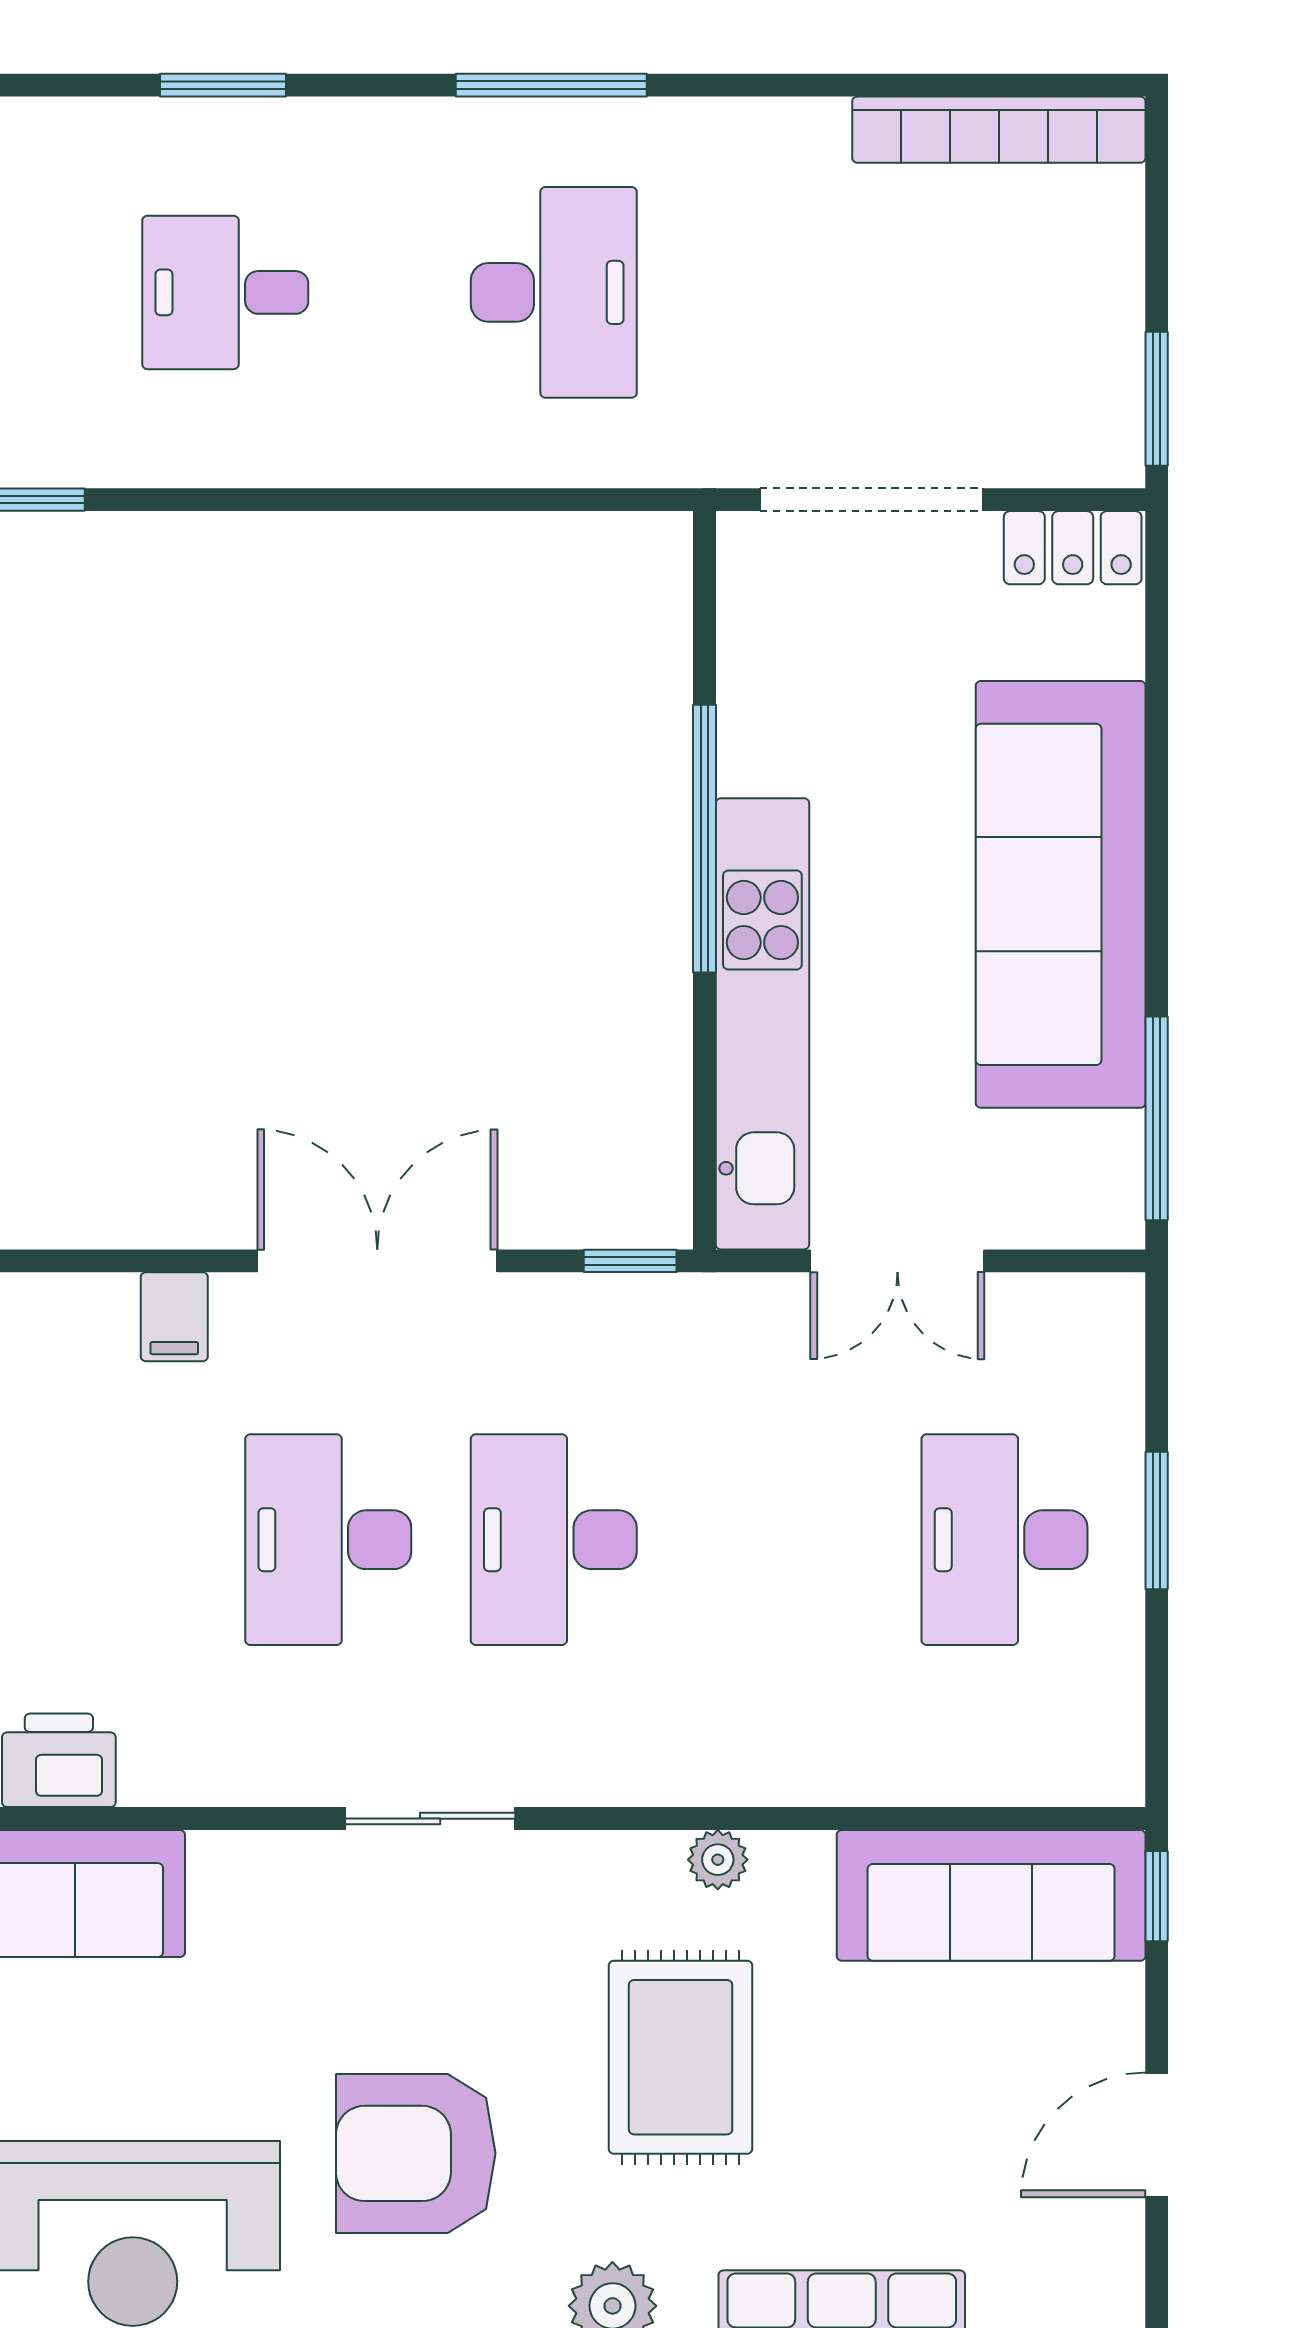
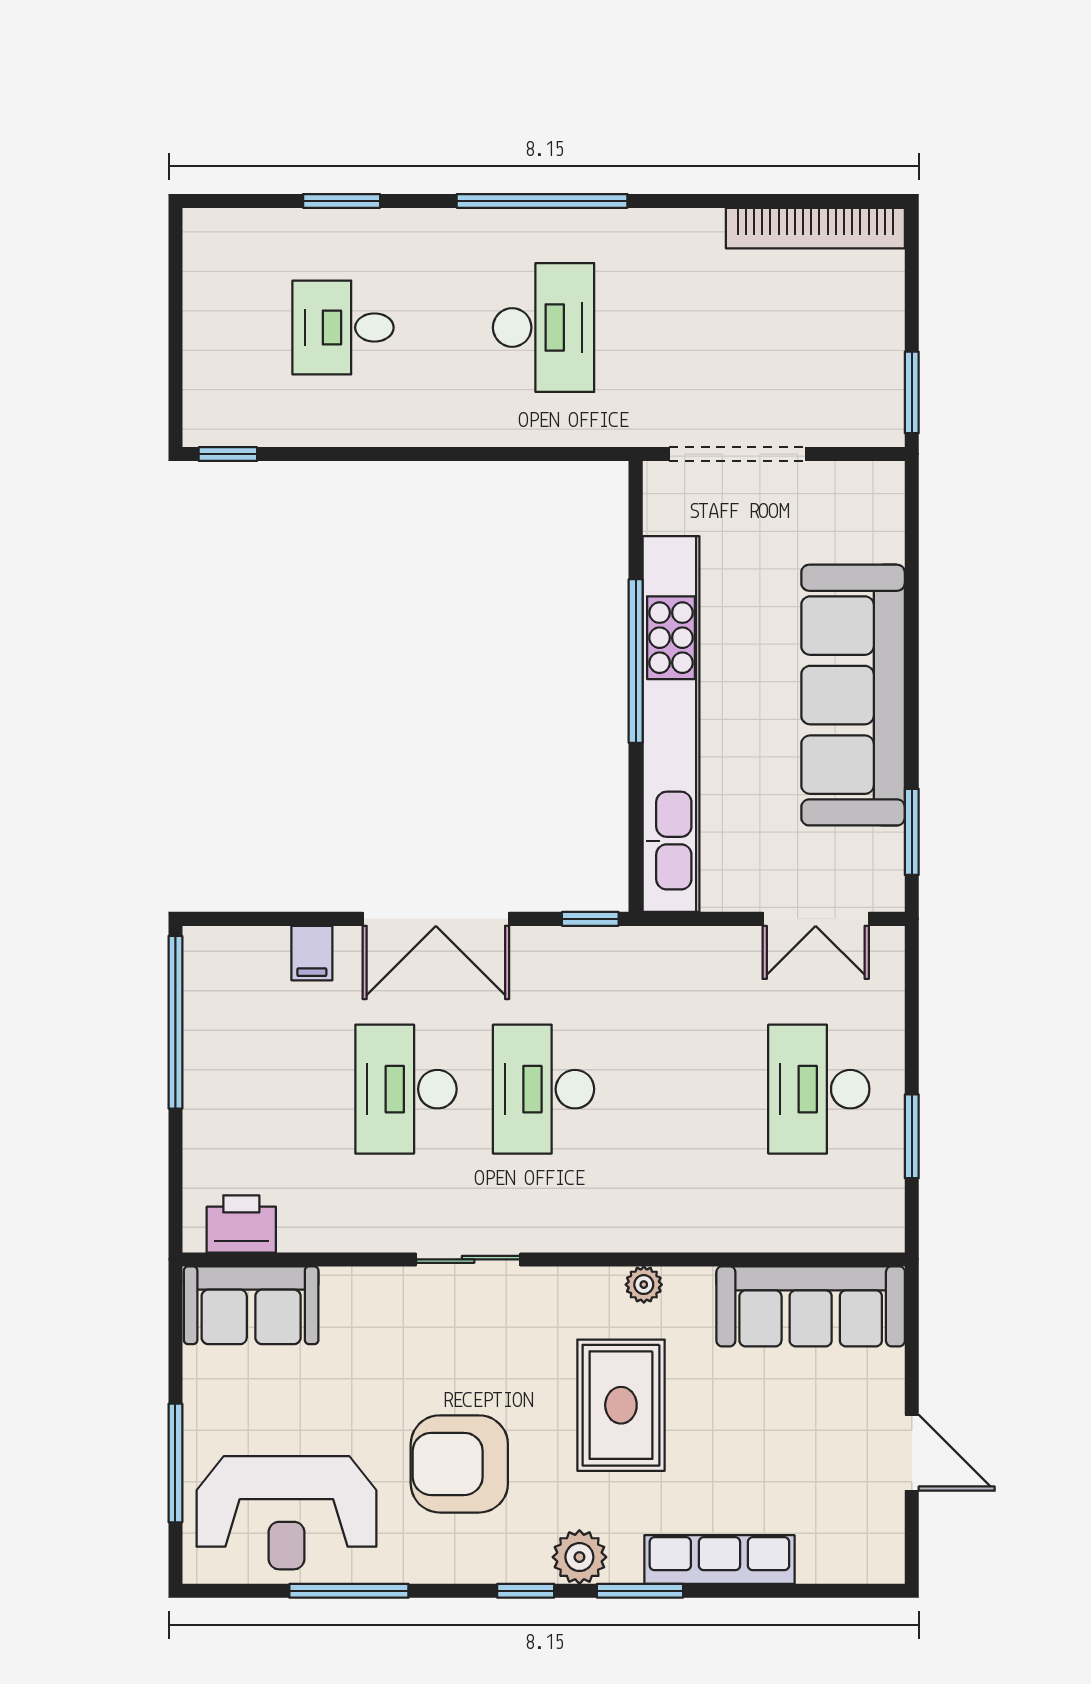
window: (551, 85) -> (542, 201), width x1.46
locker: (1073, 548) -> (860, 483), removed
kitchen unit: (762, 1024) -> (671, 724), width x1.36
window: (1157, 1118) -> (912, 832), width x0.69
double door: (377, 1261) -> (436, 919), swing flipped
double door: (897, 1261) -> (816, 919), moved
window: (1157, 1521) -> (912, 1136), moved
window: (1157, 1896) -> (912, 1307), removed
door: (1157, 2135) -> (912, 1453), swing flipped

